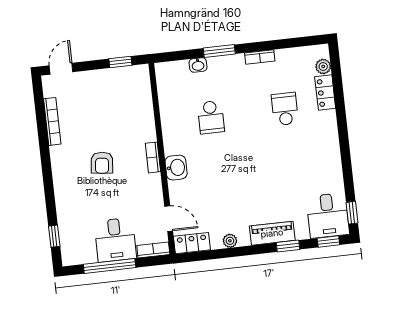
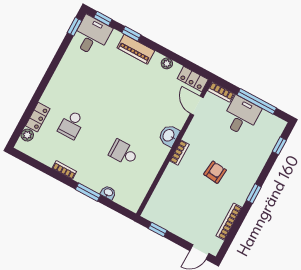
school desk: (211, 117) -> (123, 153), turned -90
window: (47, 168) -> (254, 194), added

